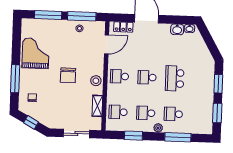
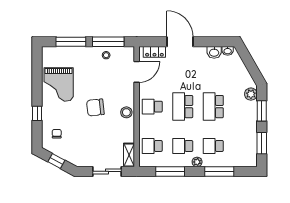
grand piano: (36, 53) -> (59, 84), turned 180
plant: (209, 68) -> (251, 94), added
chair: (68, 75) -> (95, 107), turned 84
school desk: (147, 77) -> (183, 107), width x1.85
window: (15, 79) -> (37, 113), width x0.46
shelving: (97, 106) -> (129, 155), moved
window: (133, 136) -> (170, 171), width x1.44

